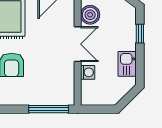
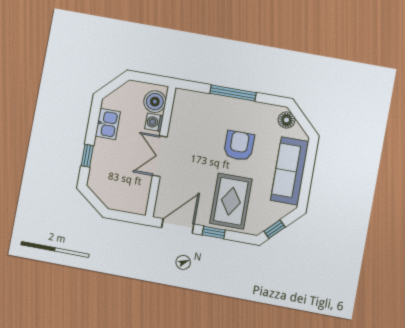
boiler: (90, 15) -> (155, 102), moved
window: (49, 109) -> (233, 93), moved

